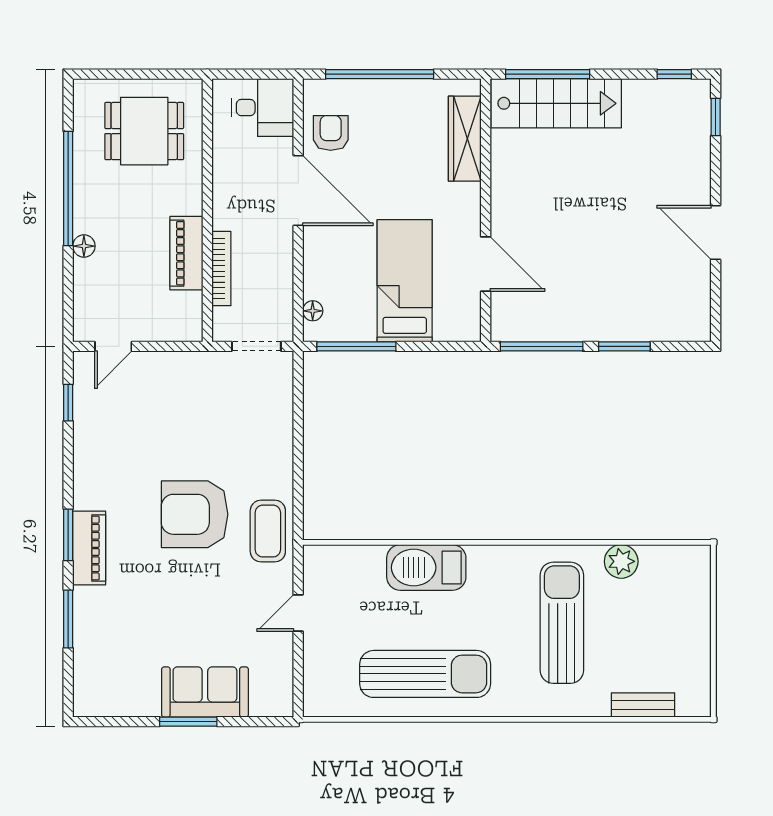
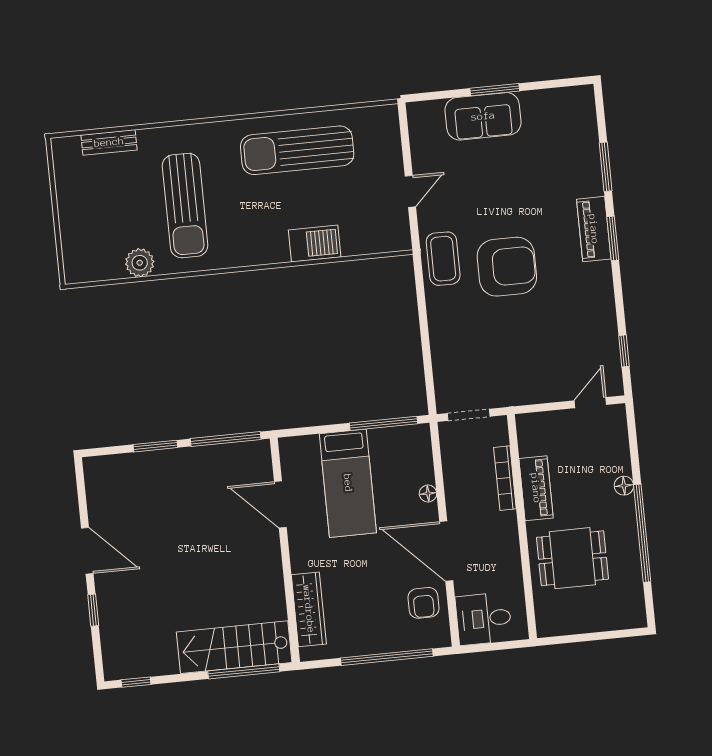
window: (716, 117) -> (93, 610), moved
dining table: (144, 131) -> (572, 558), moved
floor lamp: (313, 311) -> (428, 493), moved
barbecue: (426, 567) -> (315, 244), width x0.73, depth x0.83

